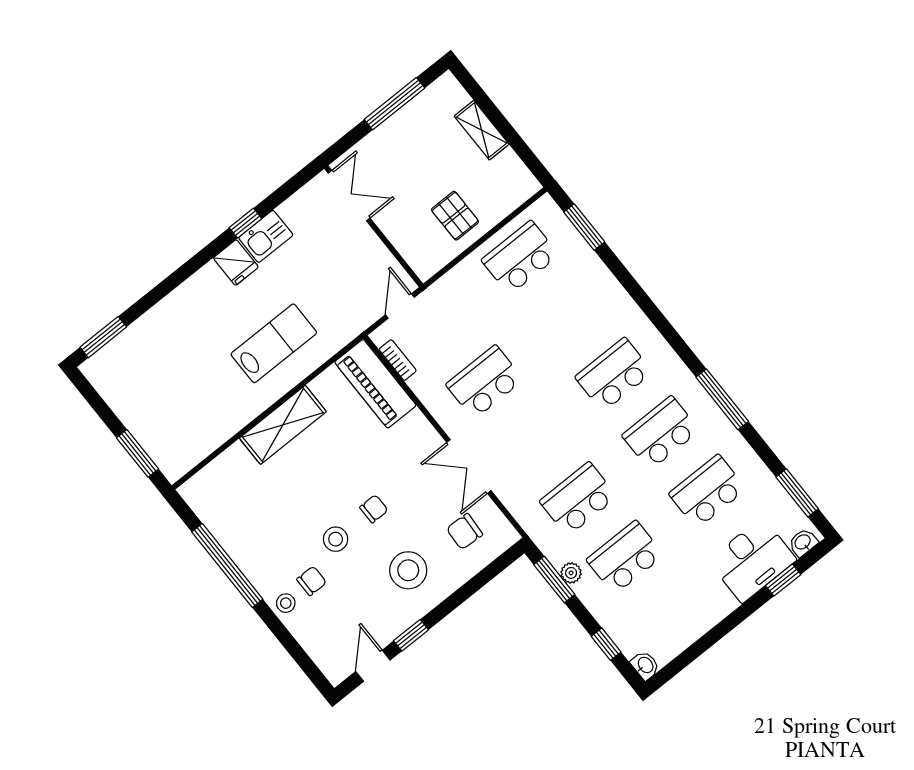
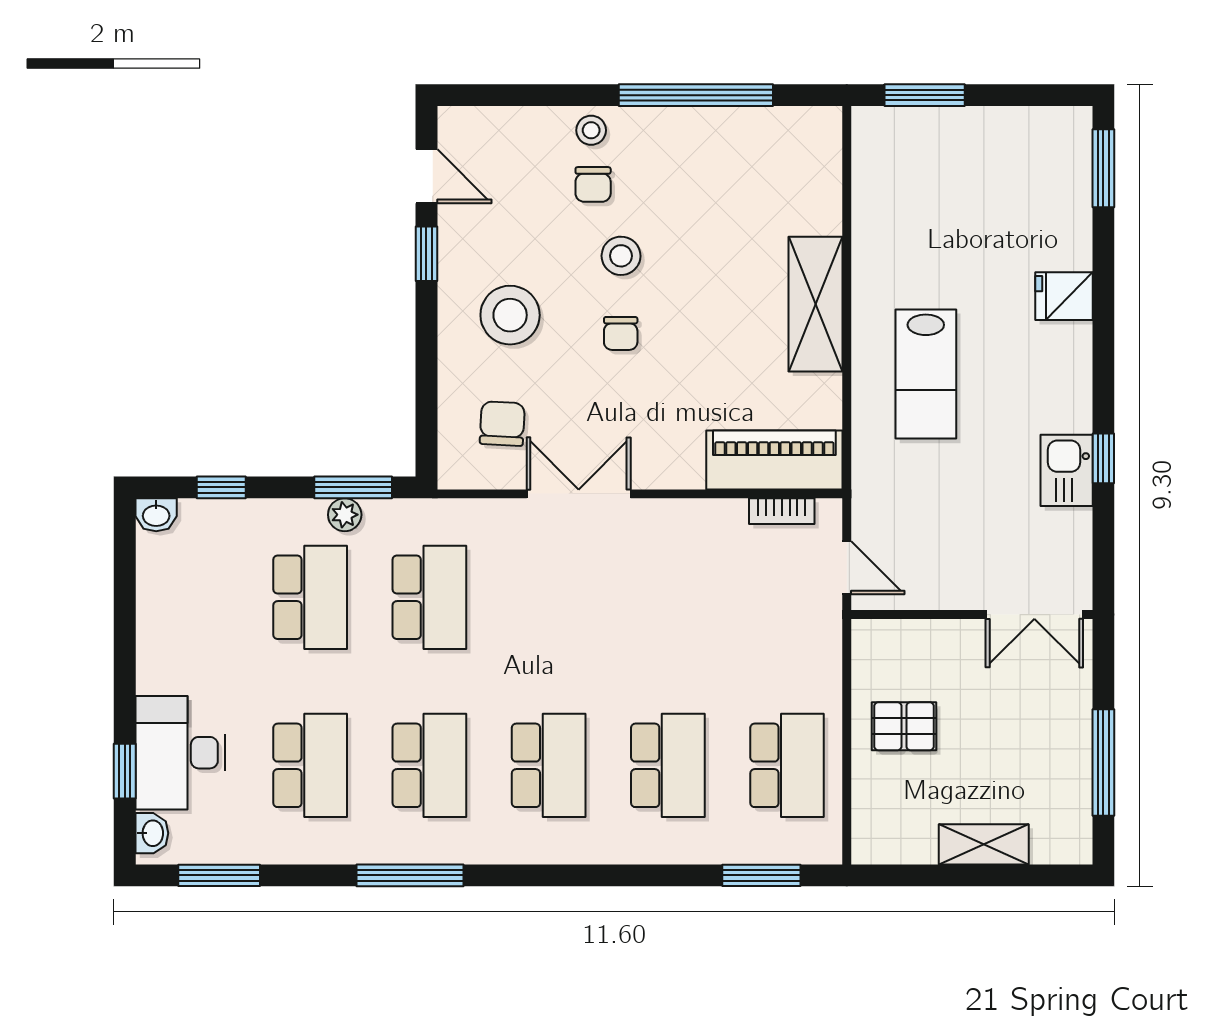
fridge: (236, 263) -> (1064, 296), moved
school desk: (485, 382) -> (668, 765), moved

